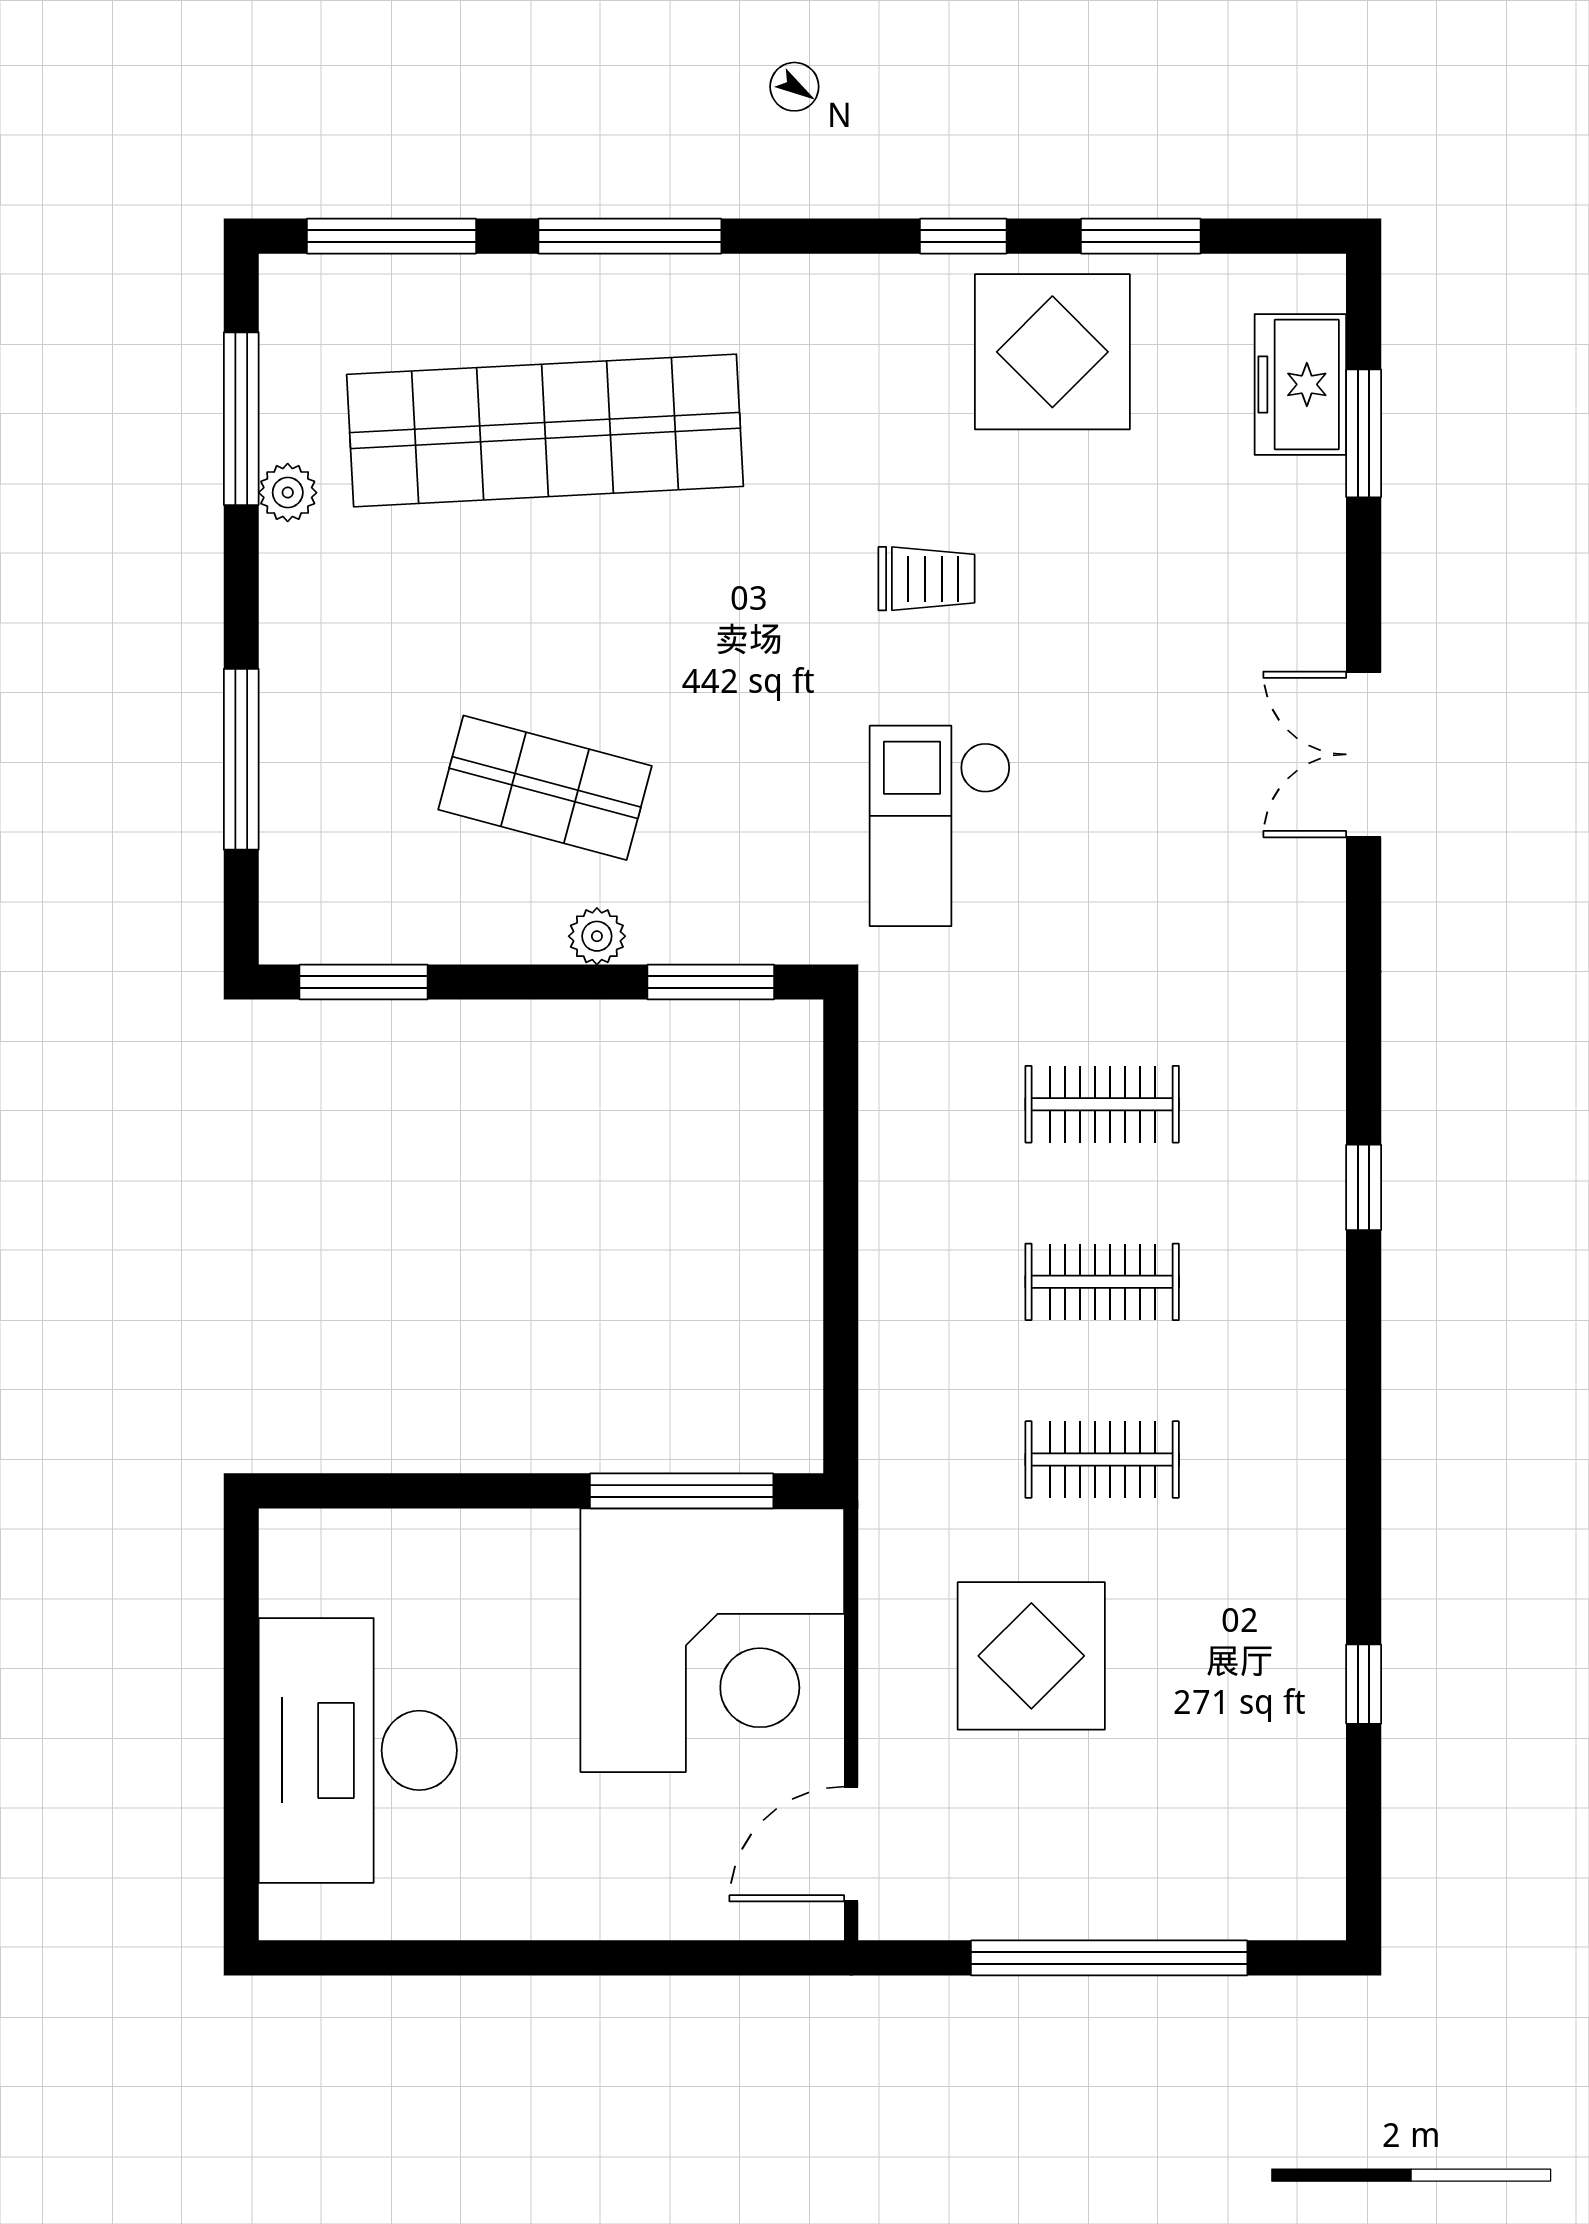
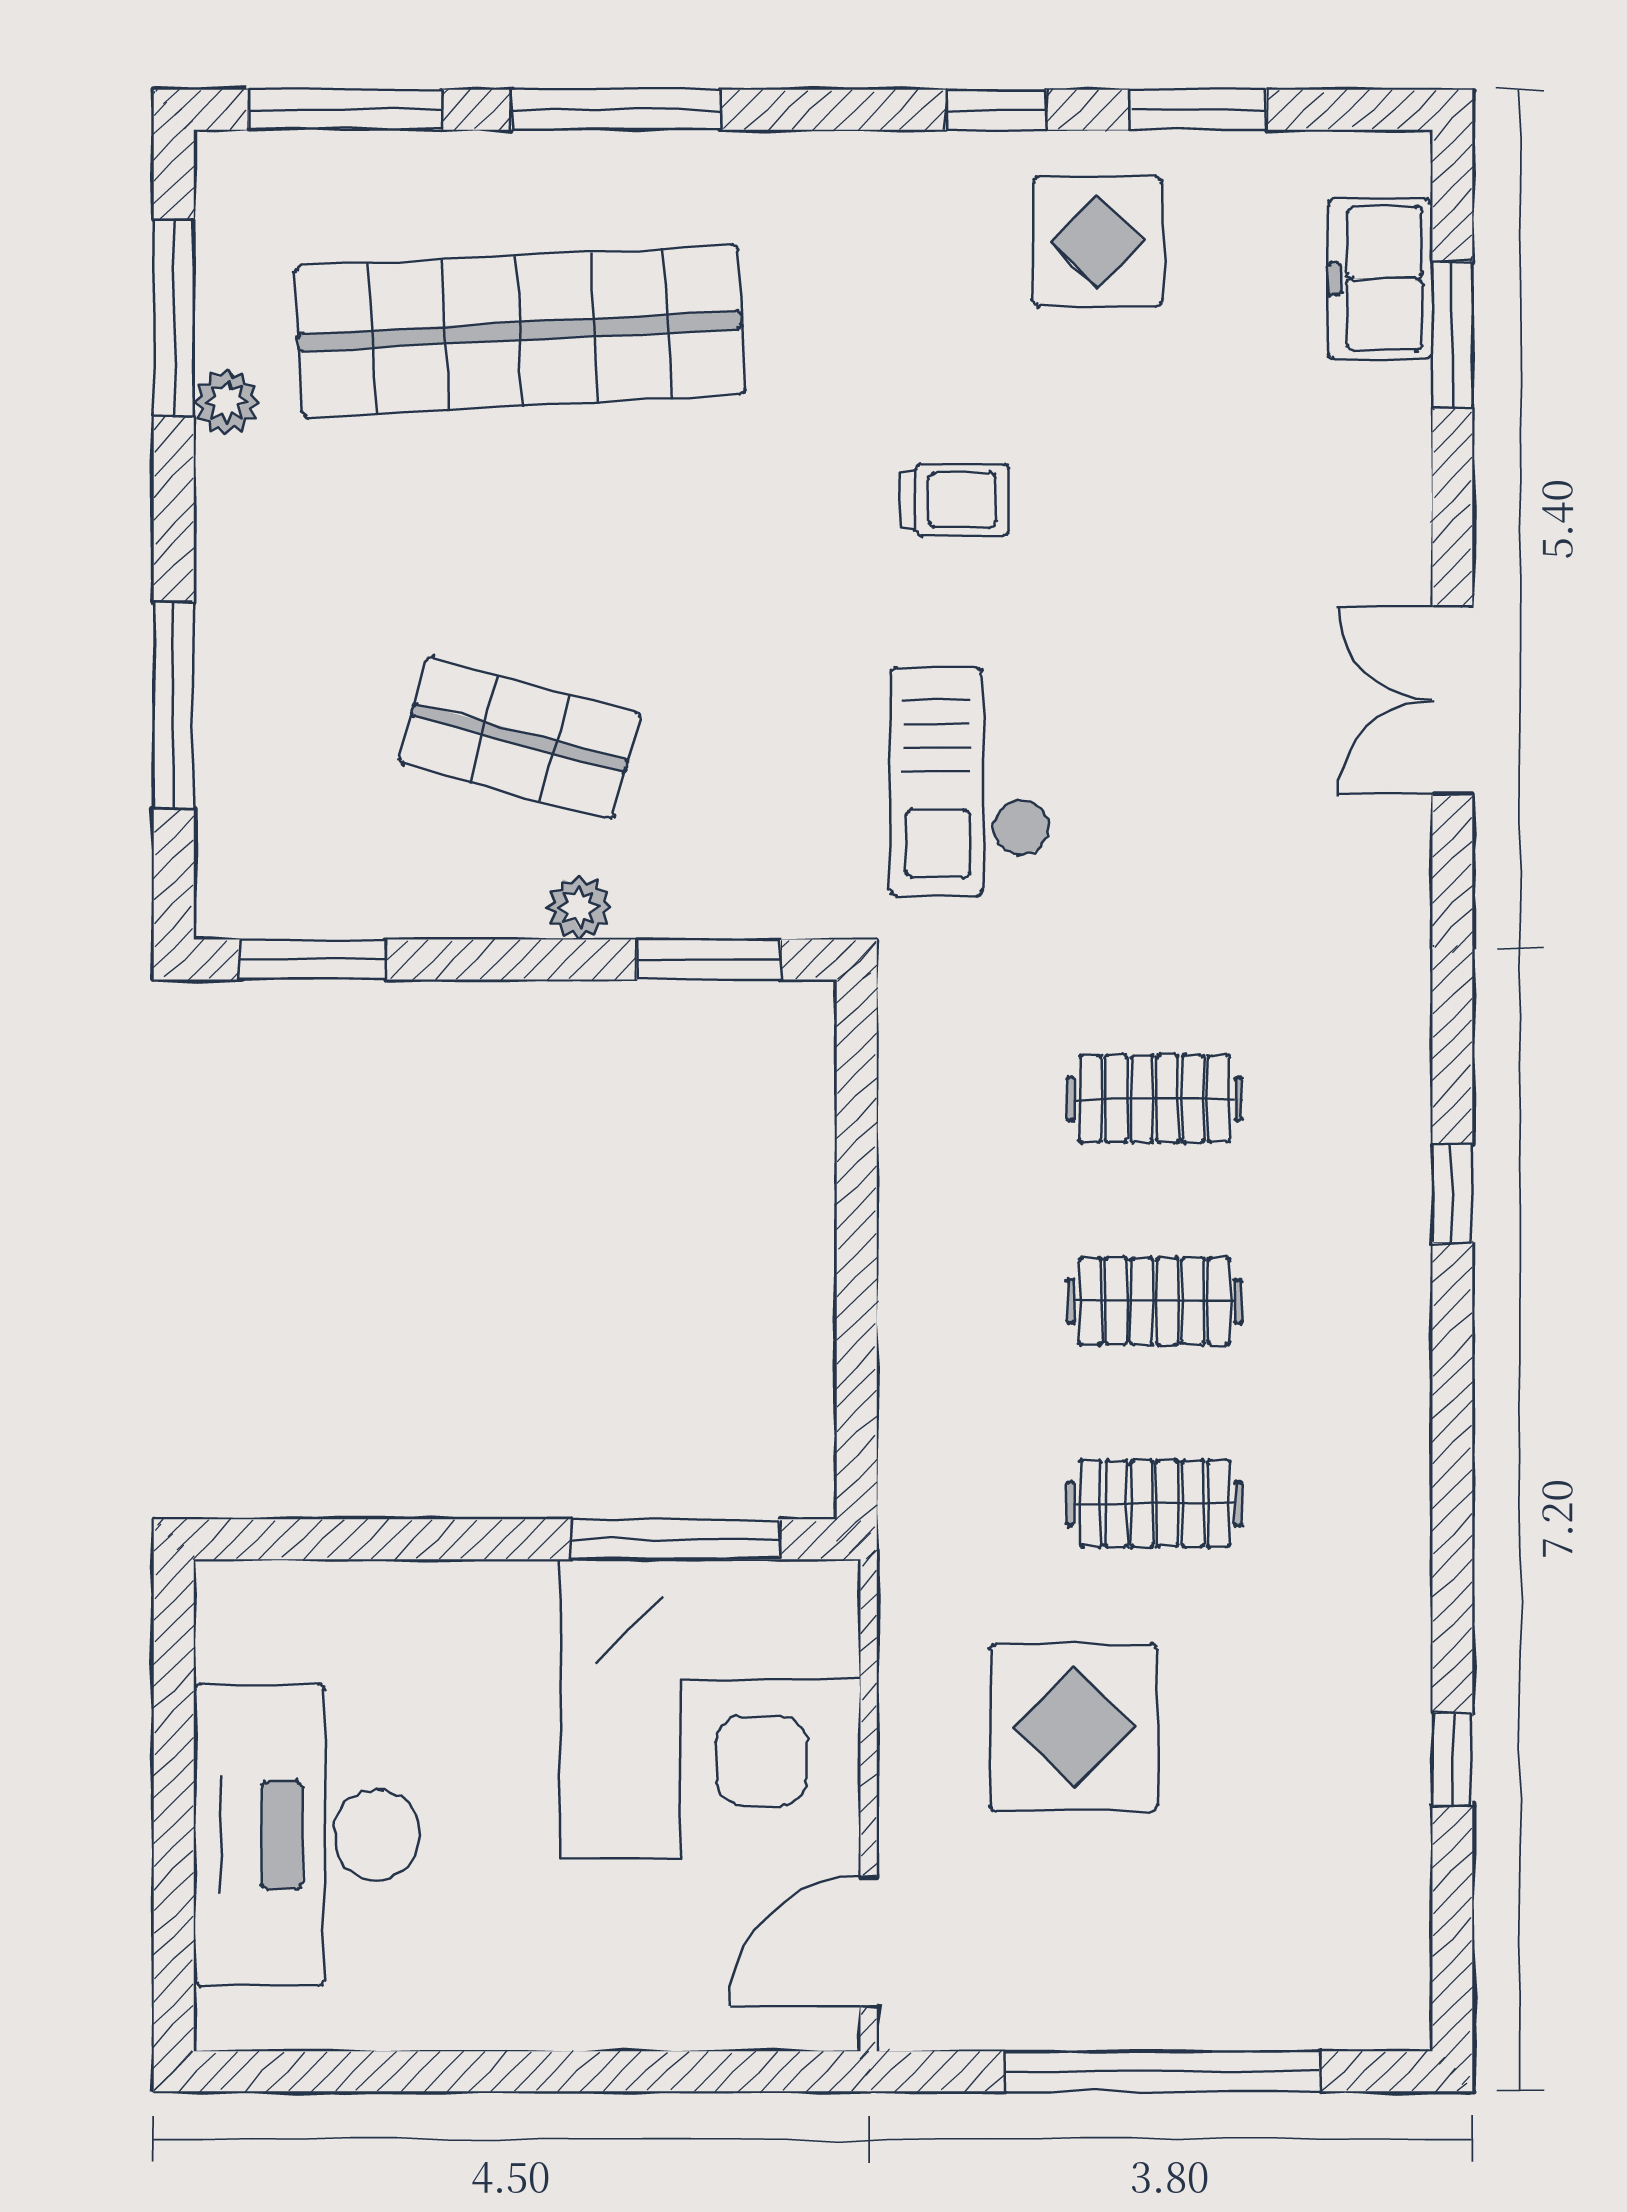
display table: (1052, 352) -> (1098, 242), width x0.73, depth x0.73

